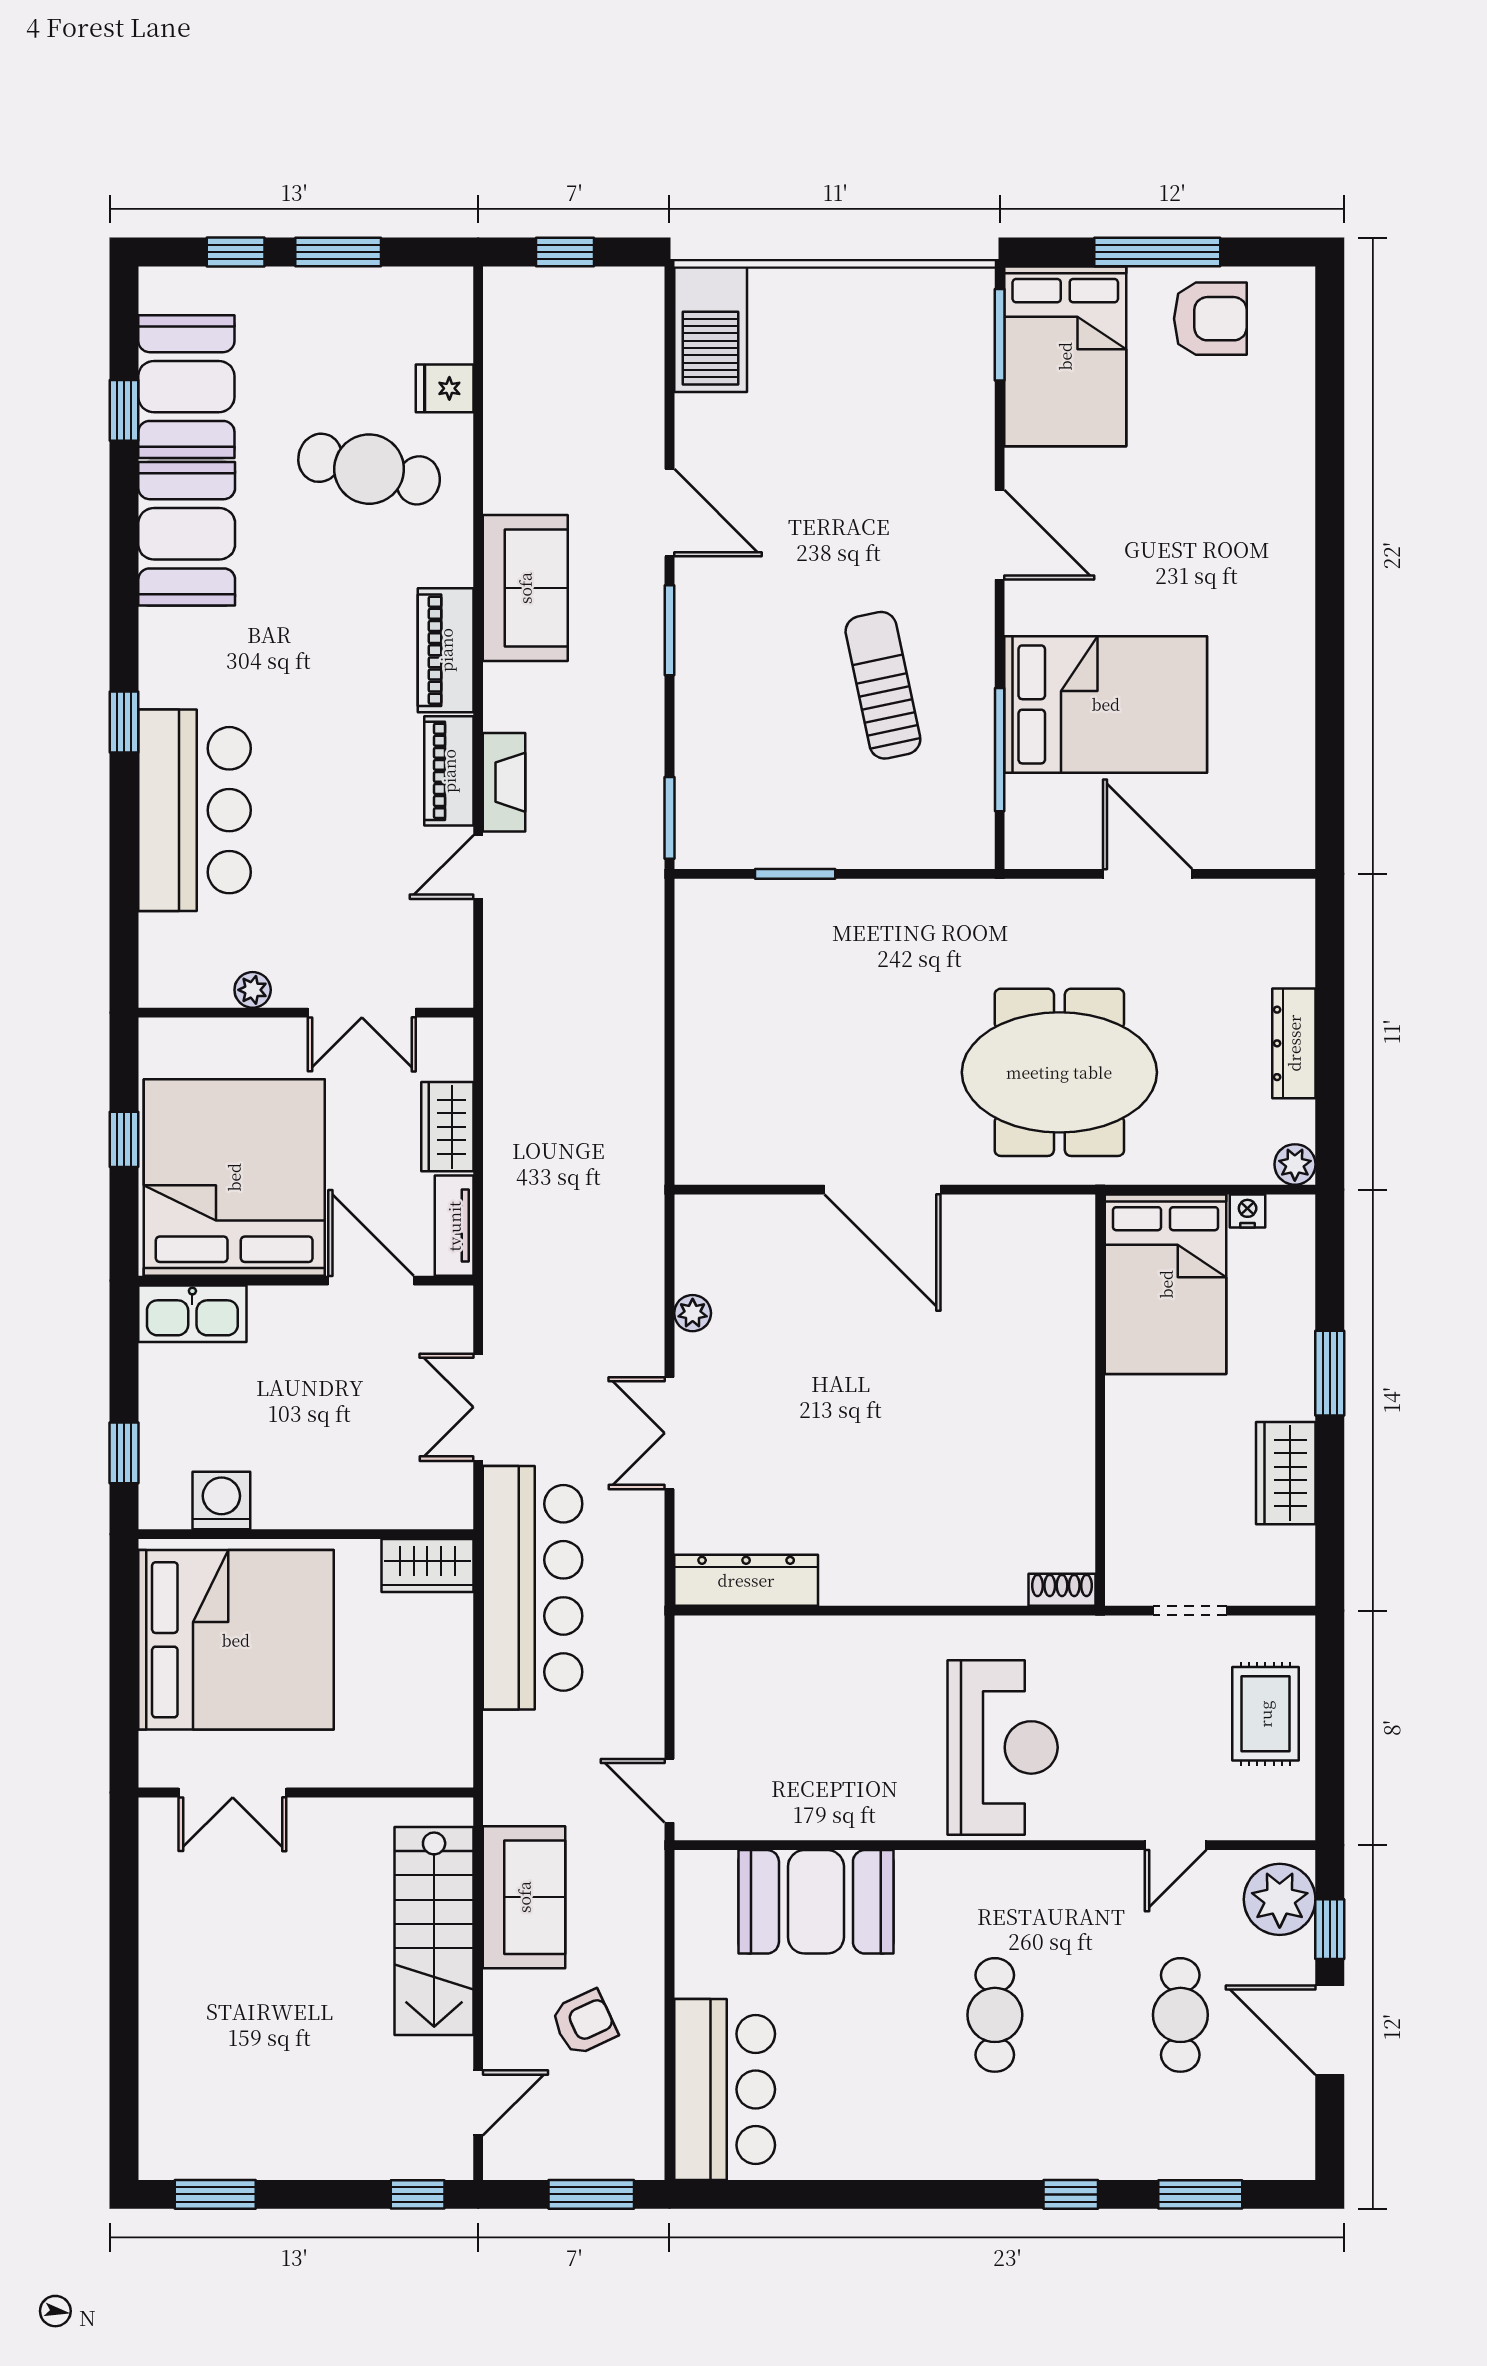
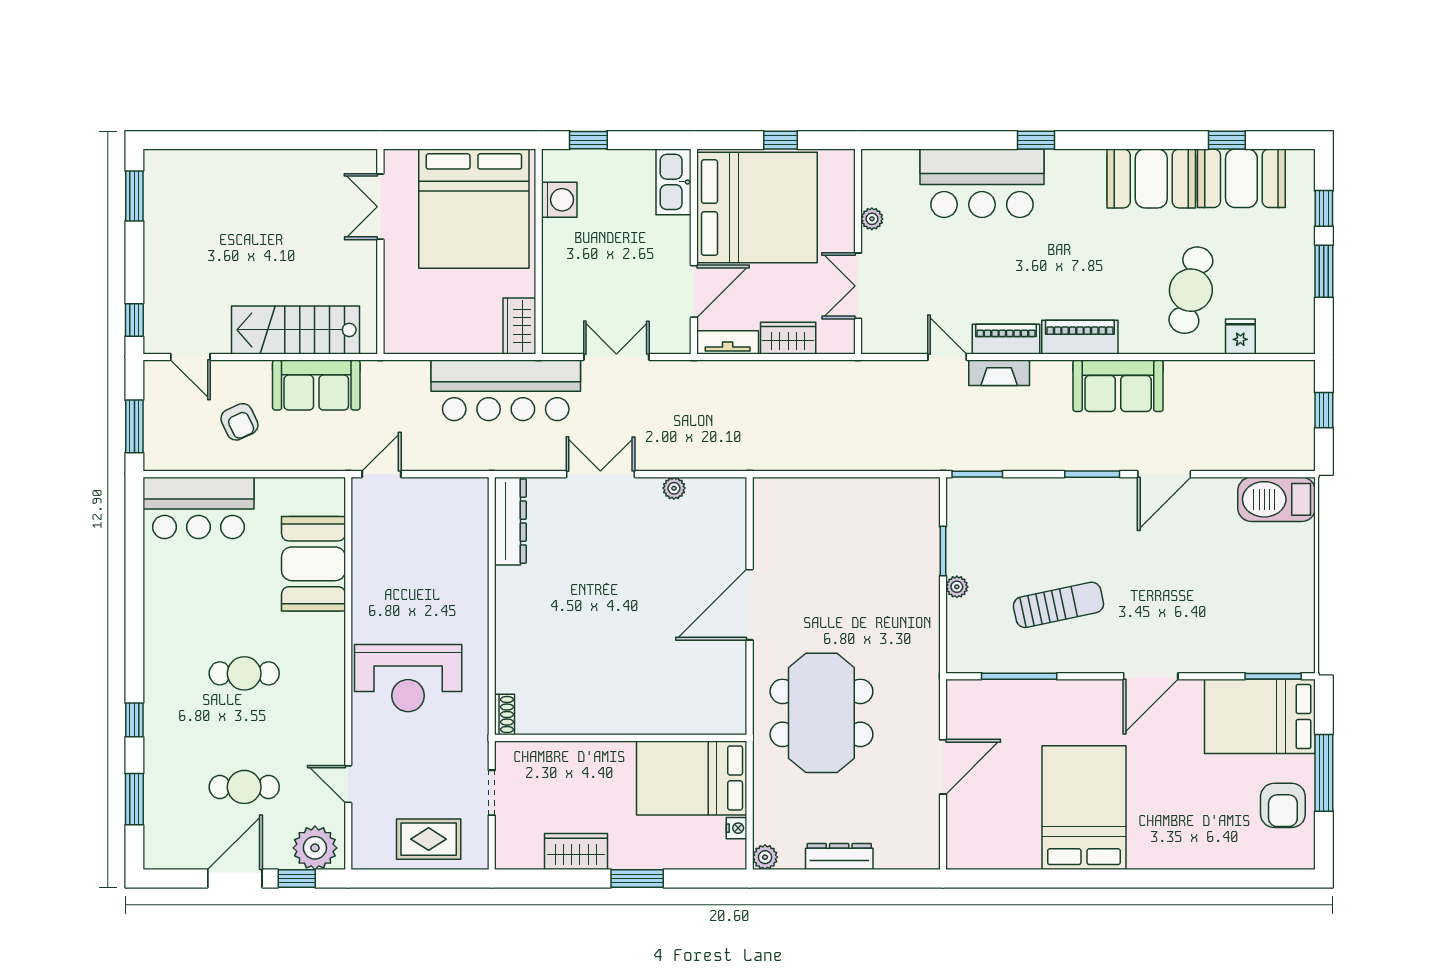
bed: (1106, 704) -> (1084, 808), moved, turned 180
plant: (853, 851) -> (957, 587), added

